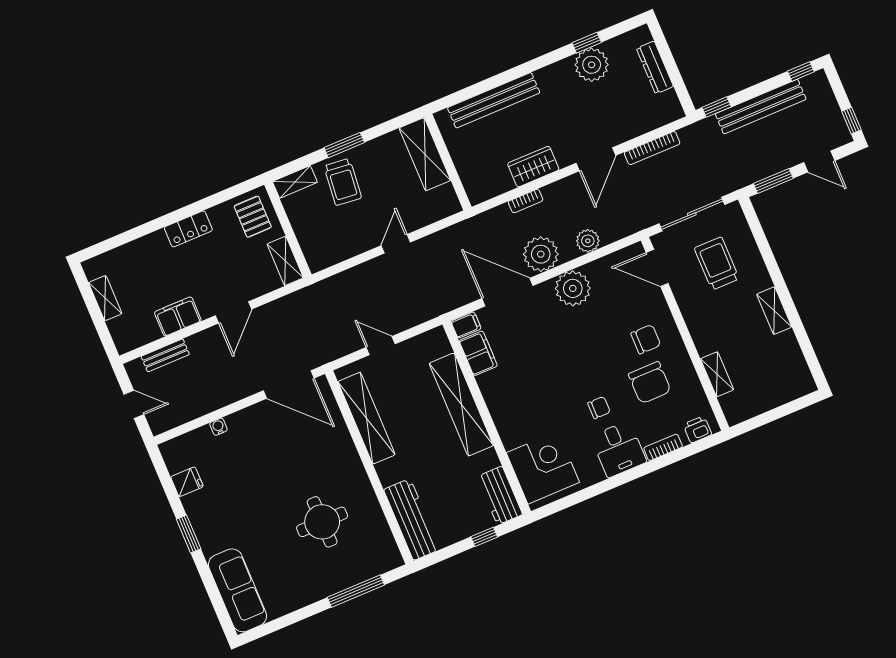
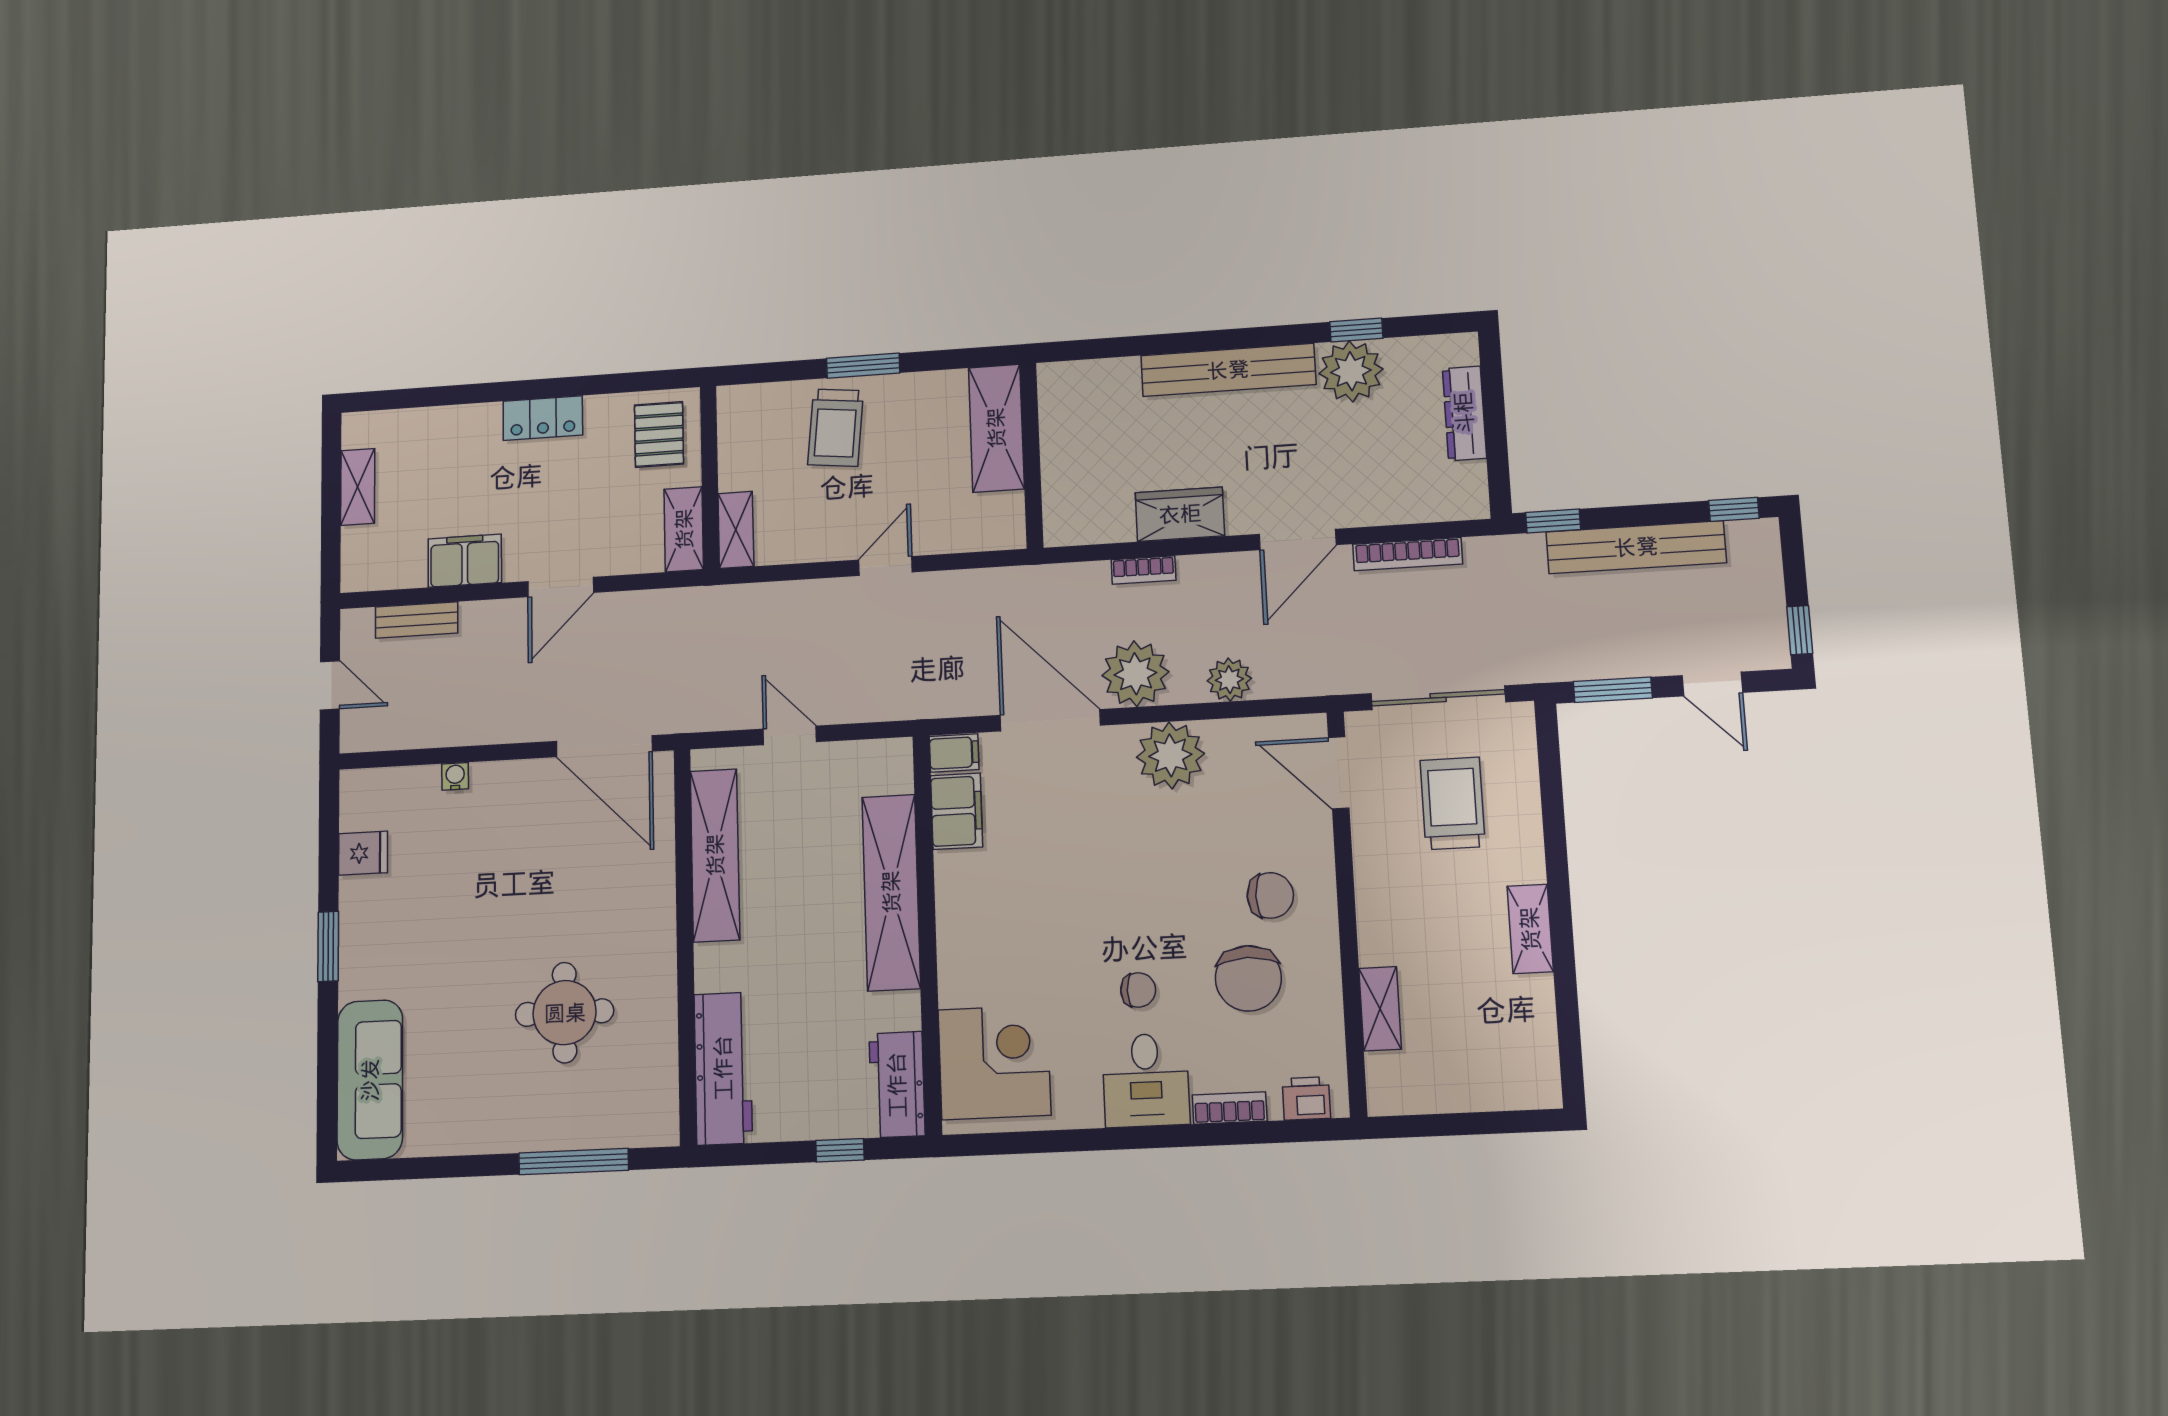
bench: (494, 100) -> (1228, 370), moved
shelving: (295, 182) -> (736, 530), moved, turned 90

